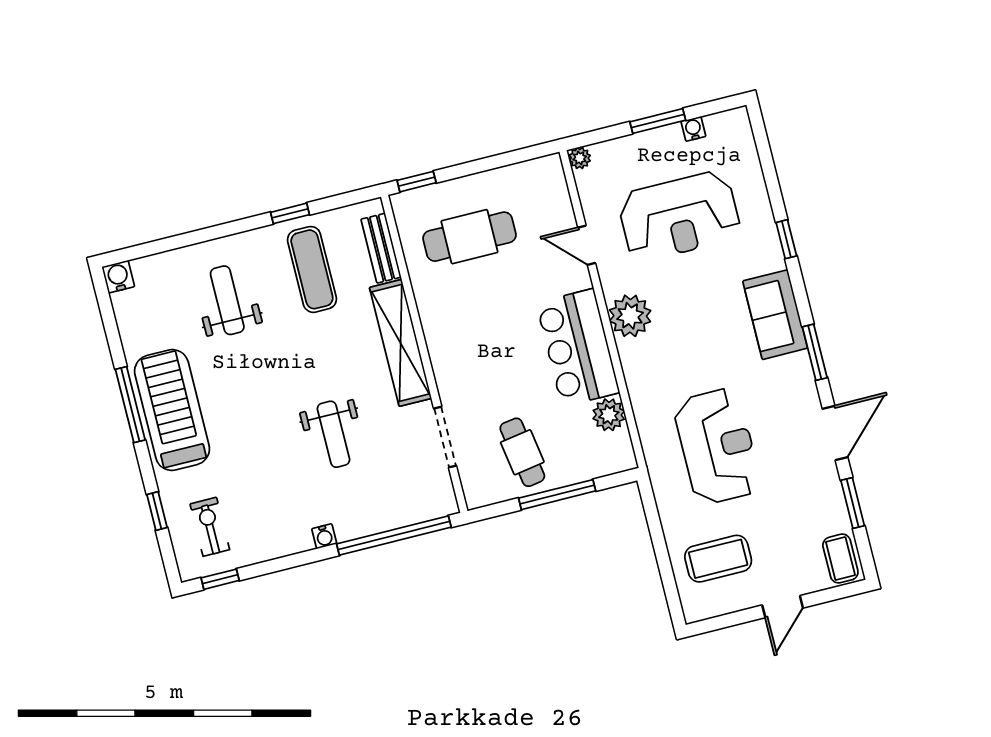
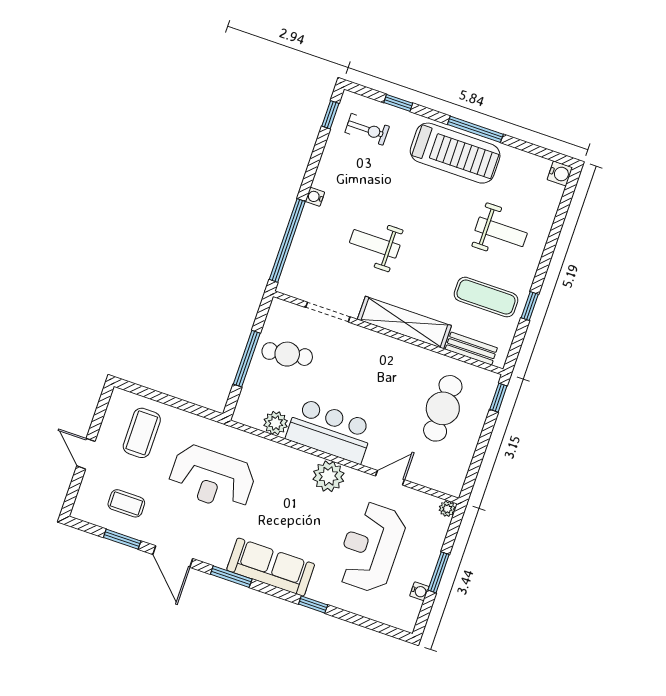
sofa: (775, 315) -> (271, 567), width x1.36
coffee table: (840, 559) -> (126, 503), moved

